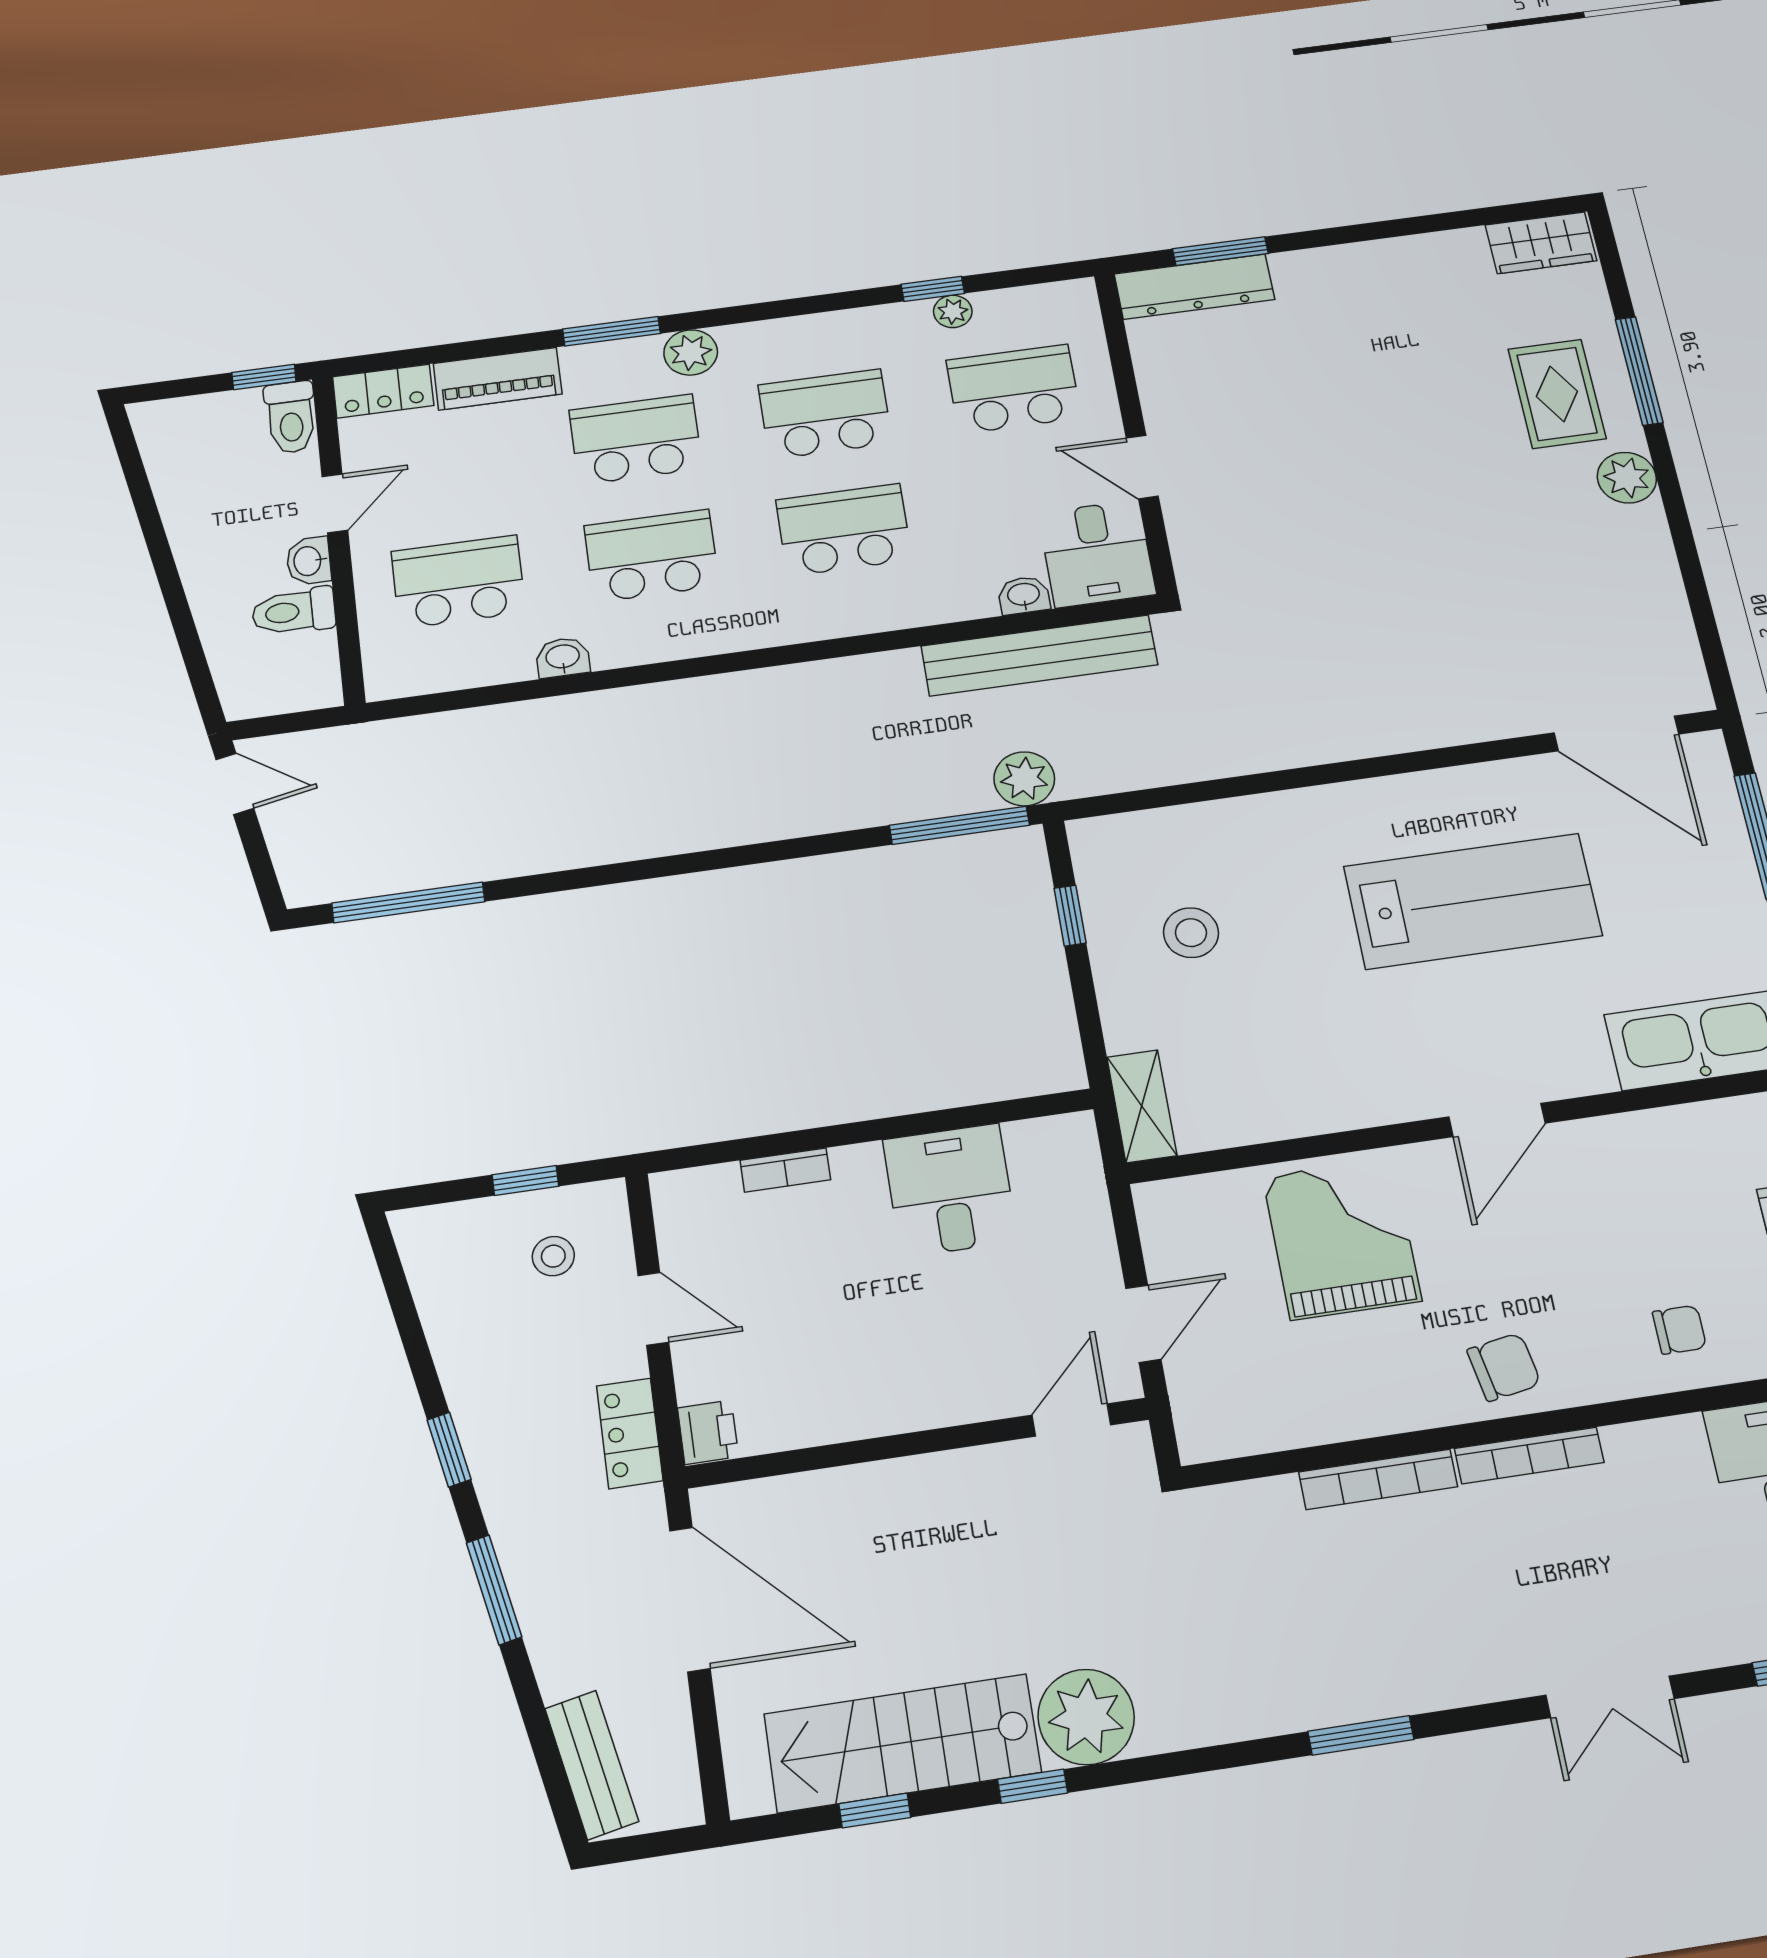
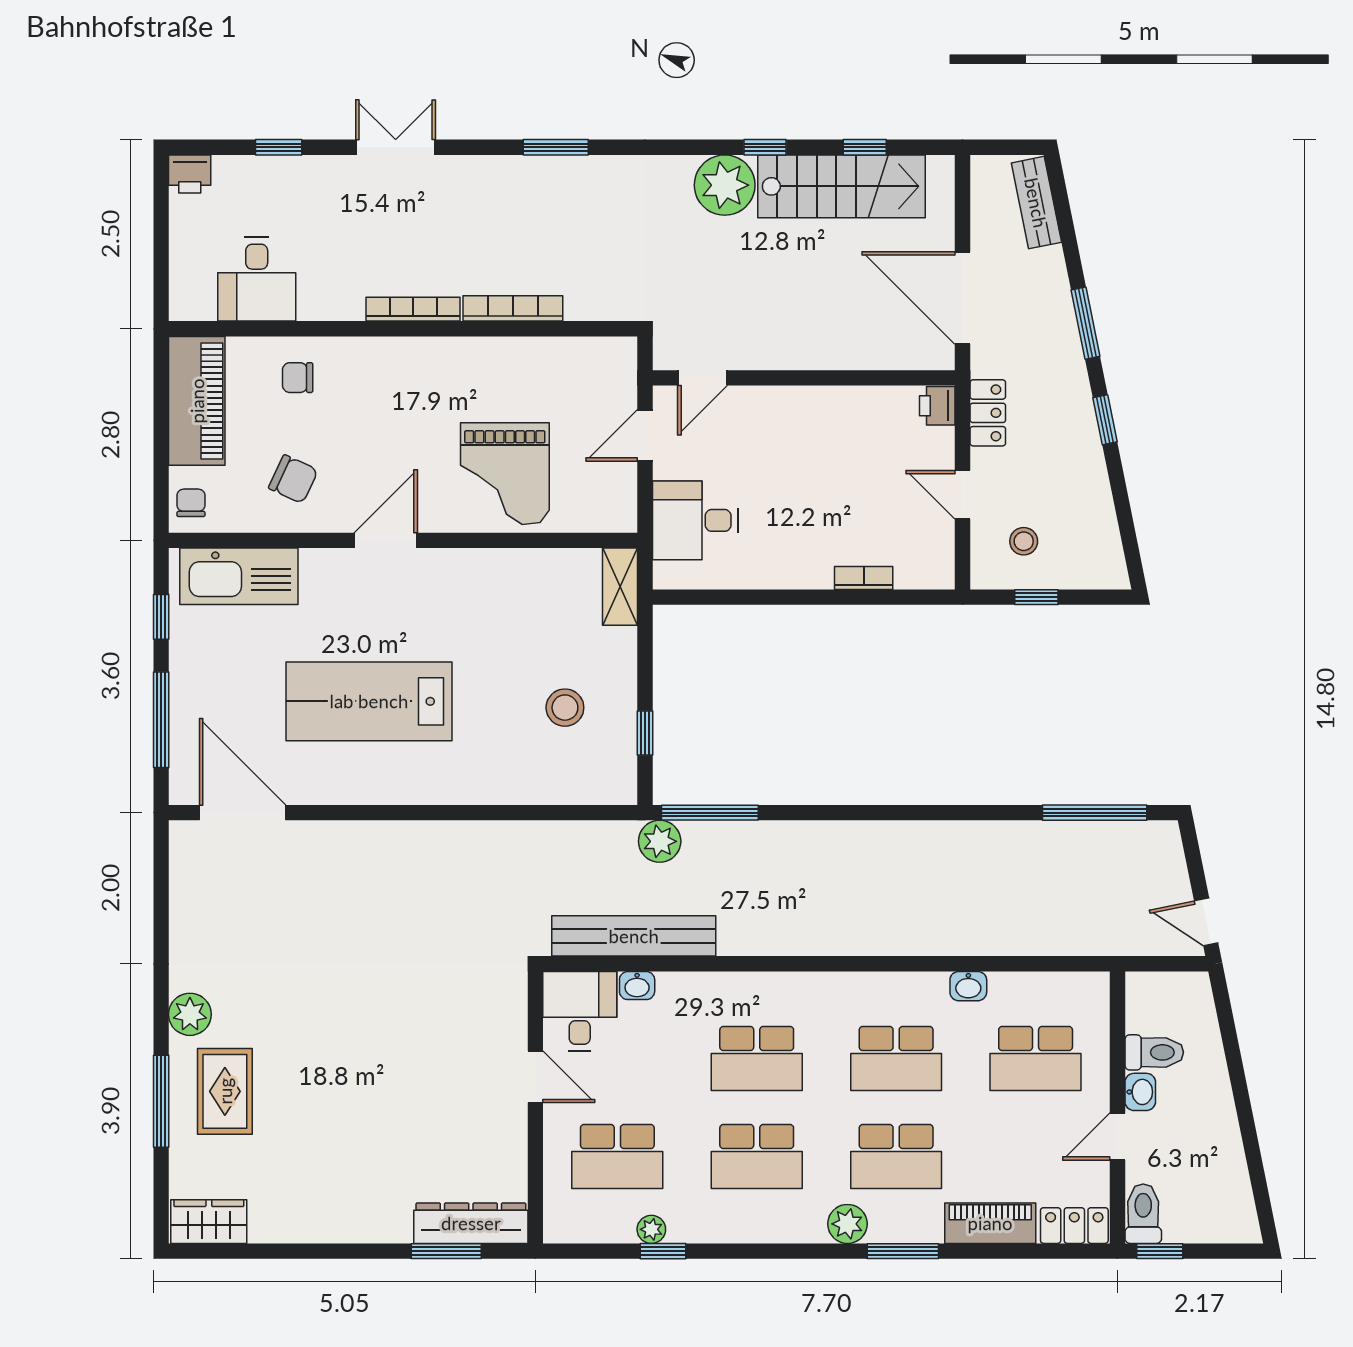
desk: (950, 1190) -> (695, 520), moved, turned 90
chair: (1504, 1367) -> (293, 479), moved, turned -145

